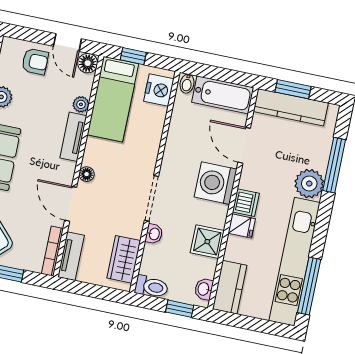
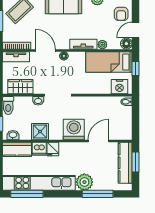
bathtub: (223, 95) -> (124, 123), removed
dishwasher: (246, 203) -> (39, 149), moved
door: (71, 204) -> (45, 50), hinge flipped

